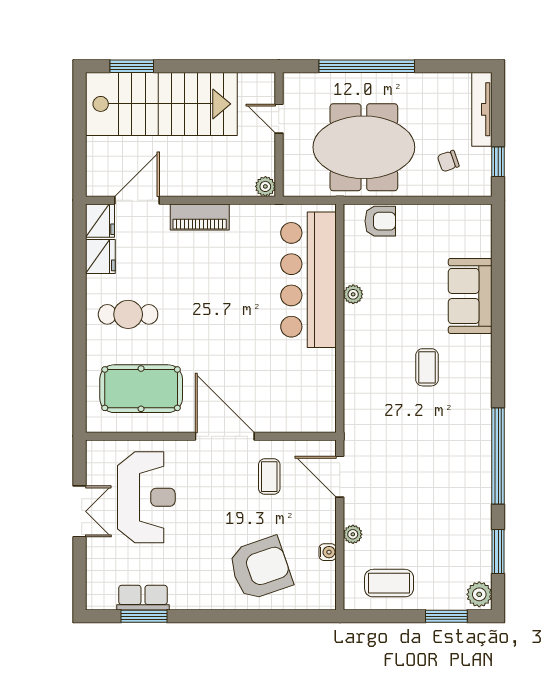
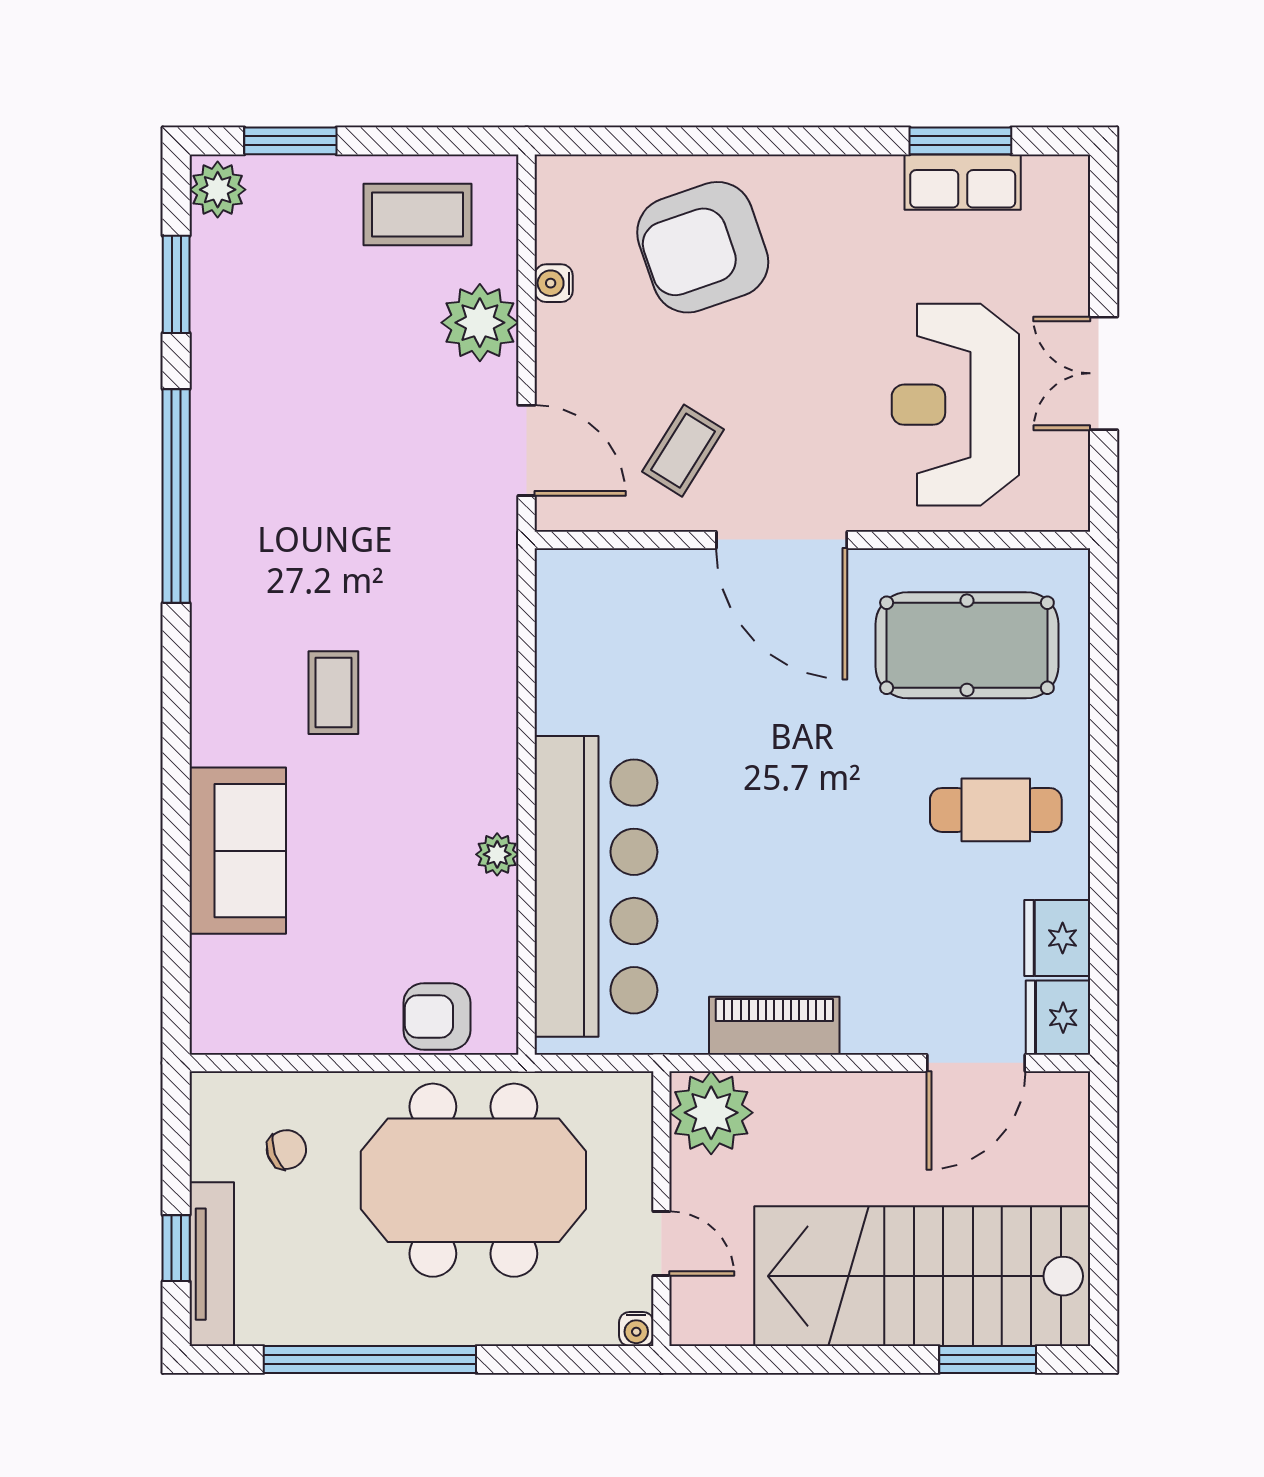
window: (367, 66) -> (370, 1360), moved
water cooler: (290, 80) -> (636, 1329), added
window: (498, 162) -> (176, 1248), moved
plant: (265, 186) -> (711, 1113), width x1.87, depth x1.87
piano: (200, 217) -> (774, 1026), moved
coffee table: (269, 477) -> (683, 451), turned 32
plant: (353, 534) -> (480, 323), width x1.88, depth x1.88

